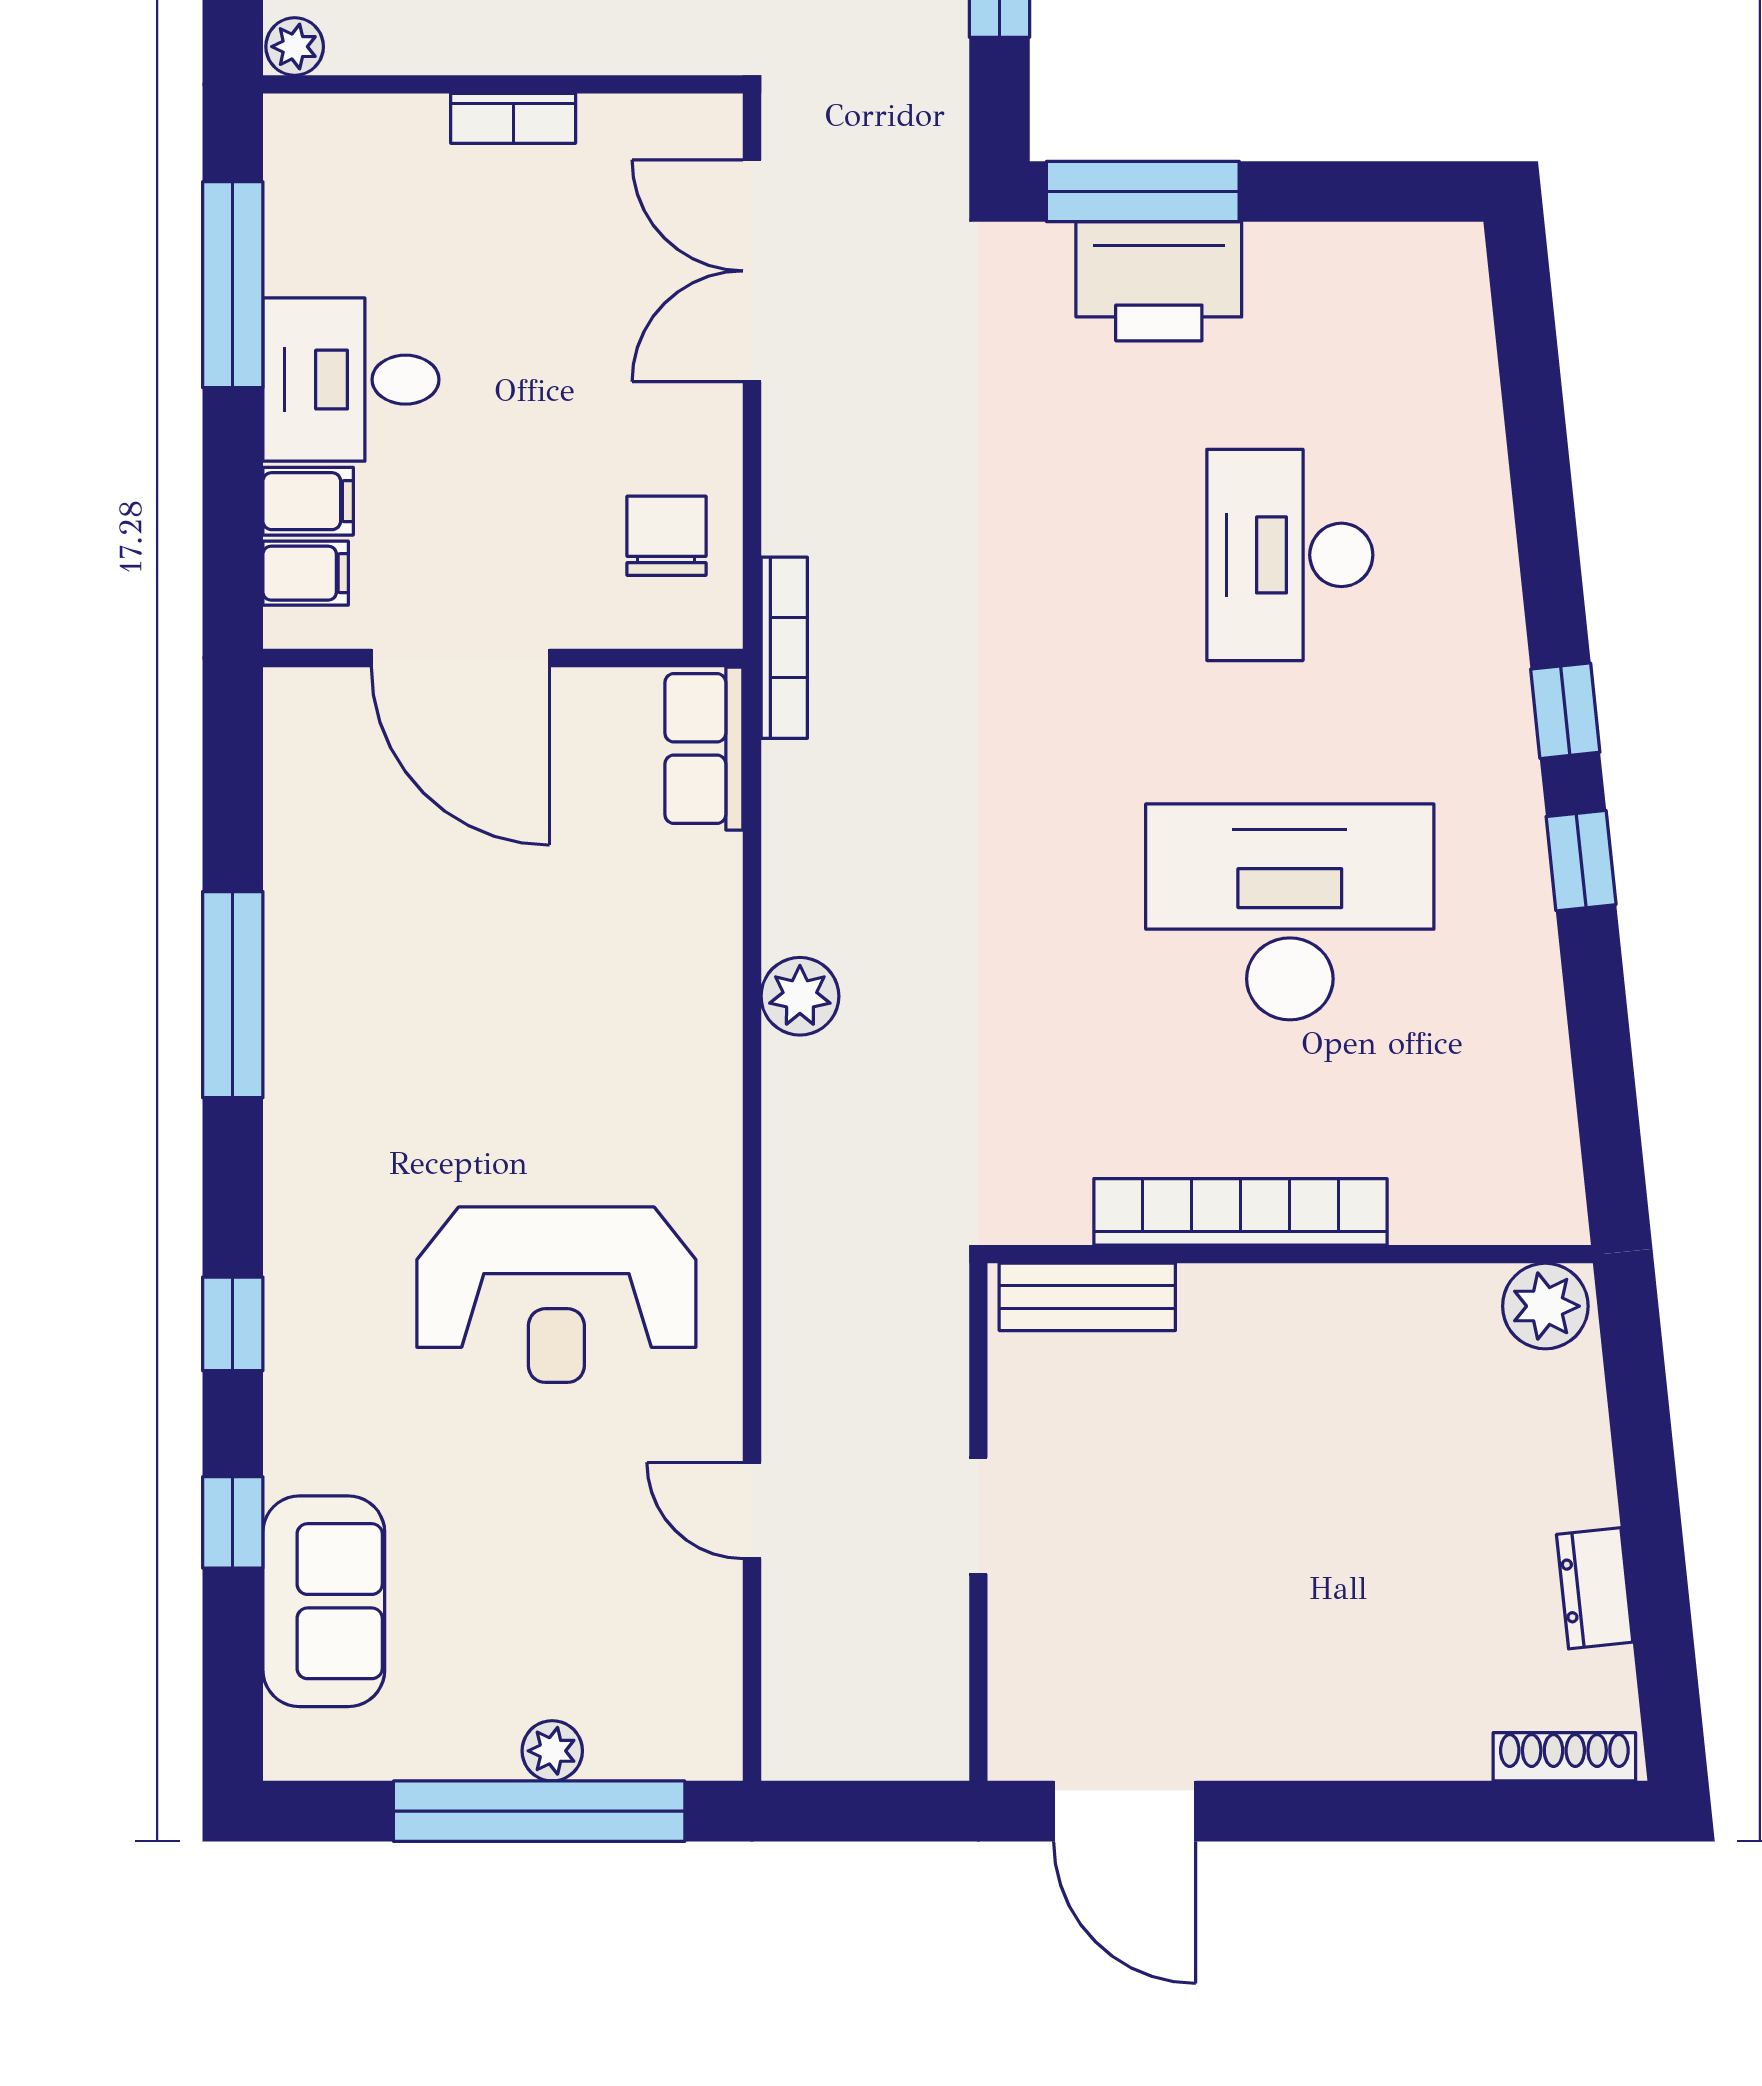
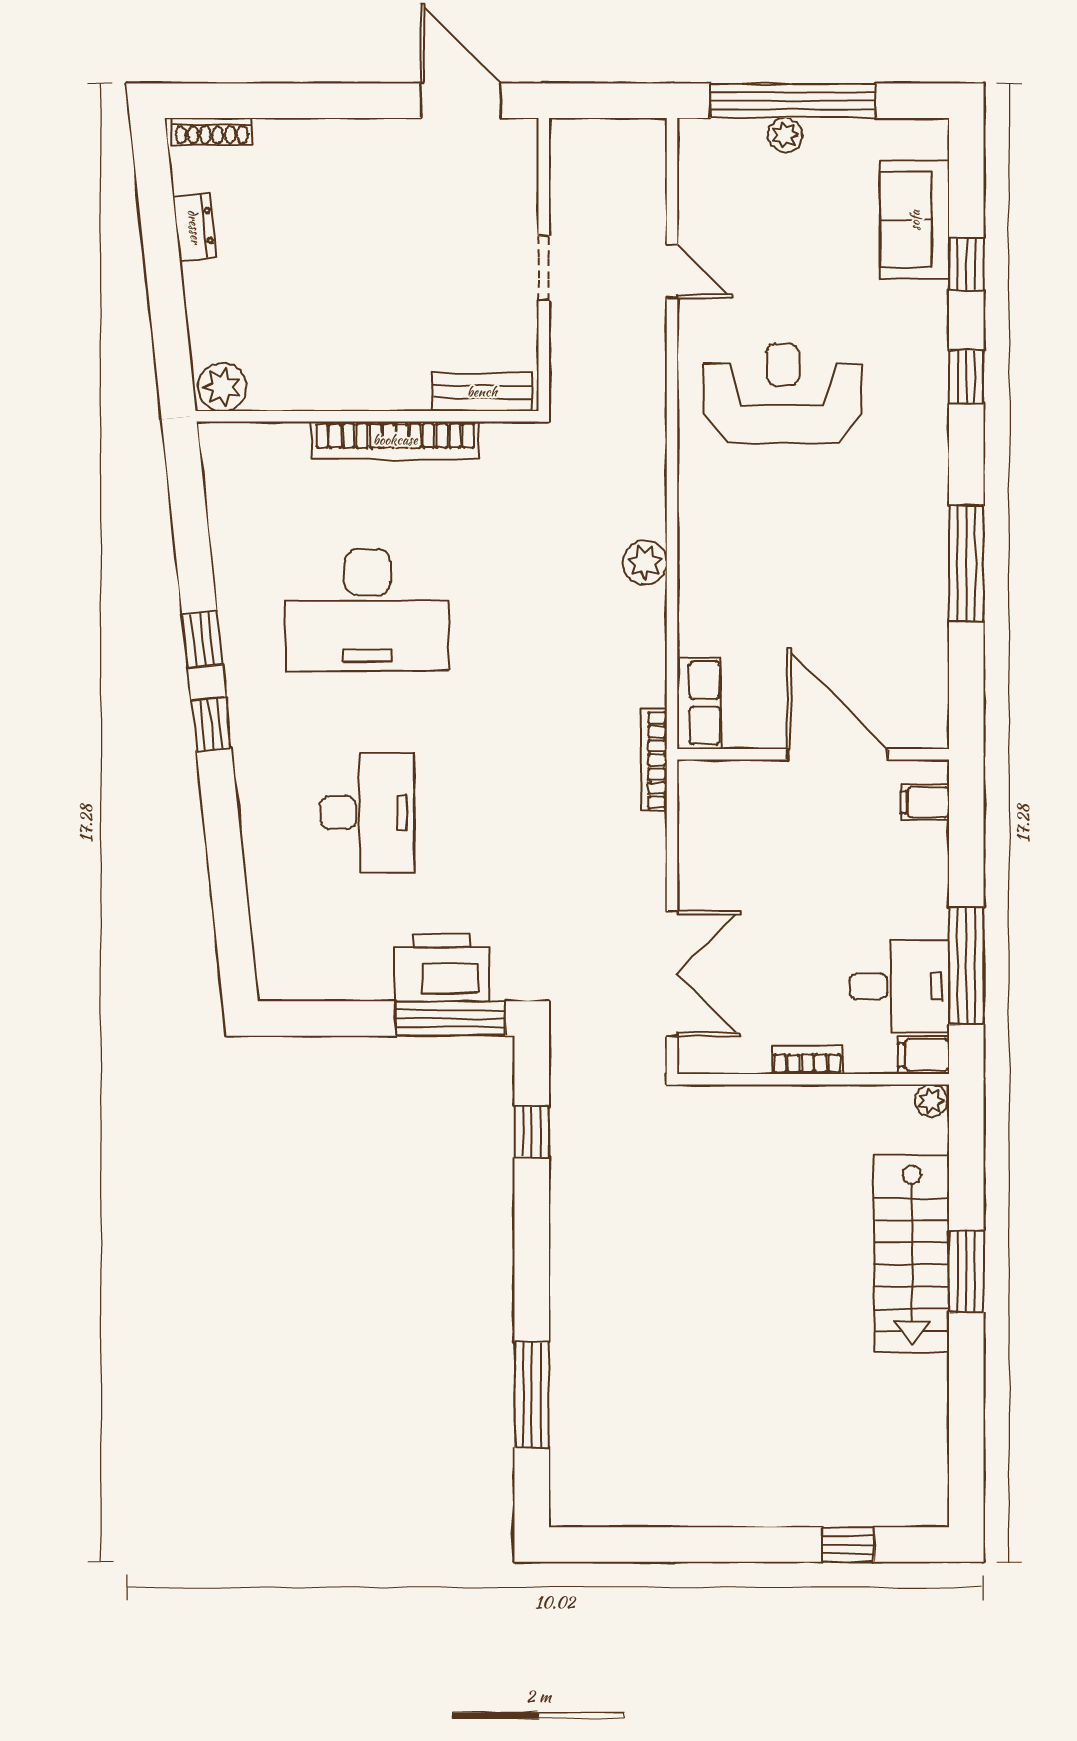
desk: (351, 380) -> (899, 986), moved
filing cabinet: (308, 501) -> (924, 1055), moved
chair: (666, 536) -> (720, 823), removed

